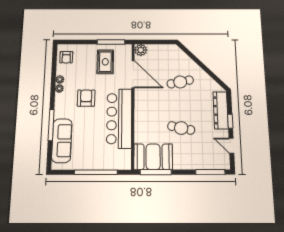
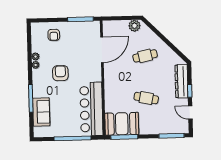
plant: (141, 50) -> (135, 26), moved
armchair: (66, 57) -> (54, 35), moved
rug: (105, 62) -> (76, 39), removed
door: (133, 74) -> (102, 50), hinge flipped
bar counter: (119, 118) -> (91, 109), moved
sofa: (62, 141) -> (41, 112), width x0.73

